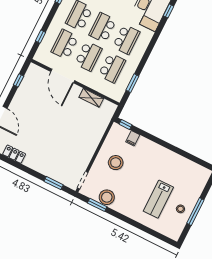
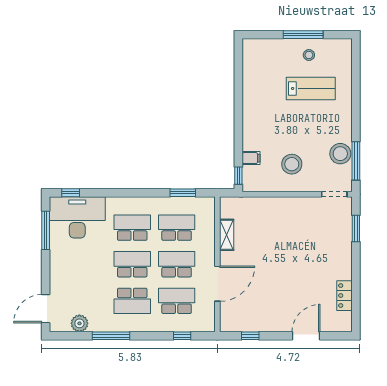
school desk: (103, 28) -> (132, 264), turned 180
school desk: (65, 44) -> (177, 301), turned 180
window: (97, 205) -> (356, 161), width x1.44

